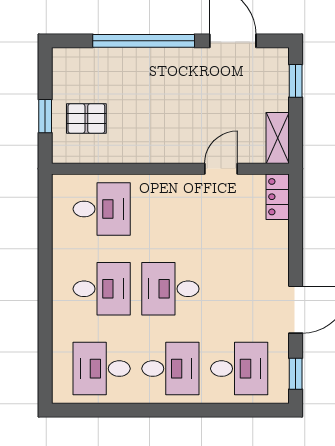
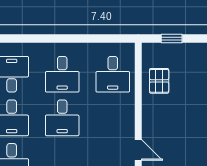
pallet: (86, 119) -> (159, 81), moved
desk: (170, 289) -> (62, 118), turned 180

